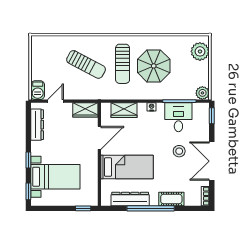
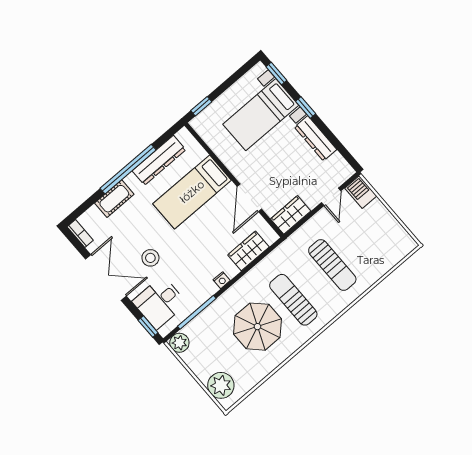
sun lounger: (86, 64) -> (332, 265), turned -118
desk: (178, 117) -> (160, 302), moved, turned 90
dresser: (37, 125) -> (316, 138), moved

